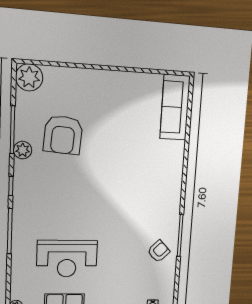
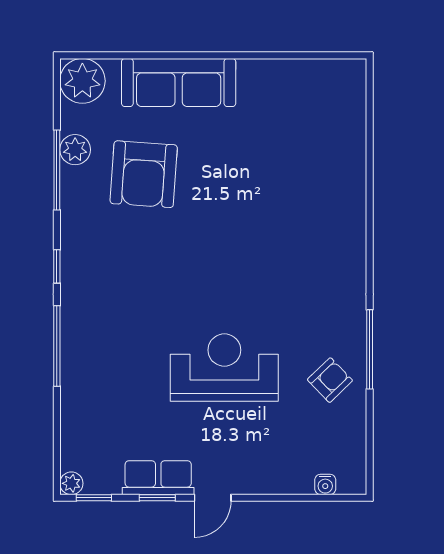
sofa: (175, 107) -> (179, 82), moved, turned -90
plant: (23, 150) -> (75, 150), moved
reception desk: (67, 259) -> (224, 368), moved, turned 180

